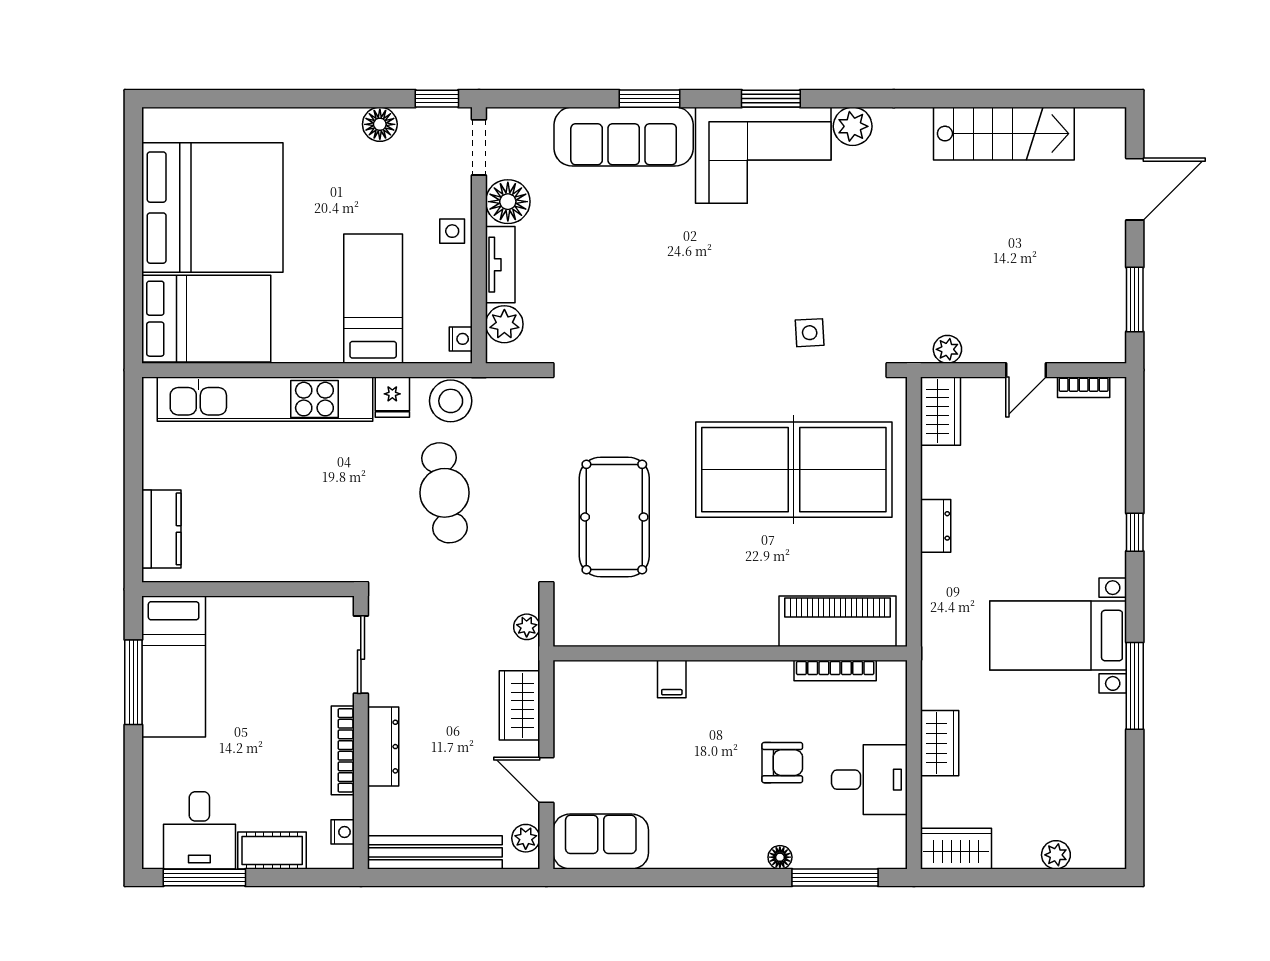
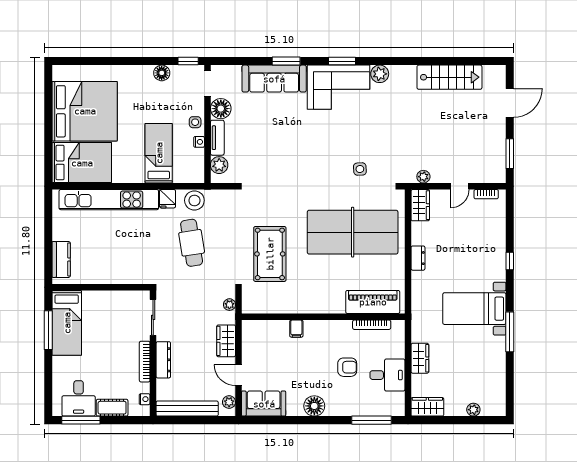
nightstand: (461, 339) -> (199, 142), moved
floor lamp: (780, 857) -> (314, 406), moved, width x1.89, depth x1.89

